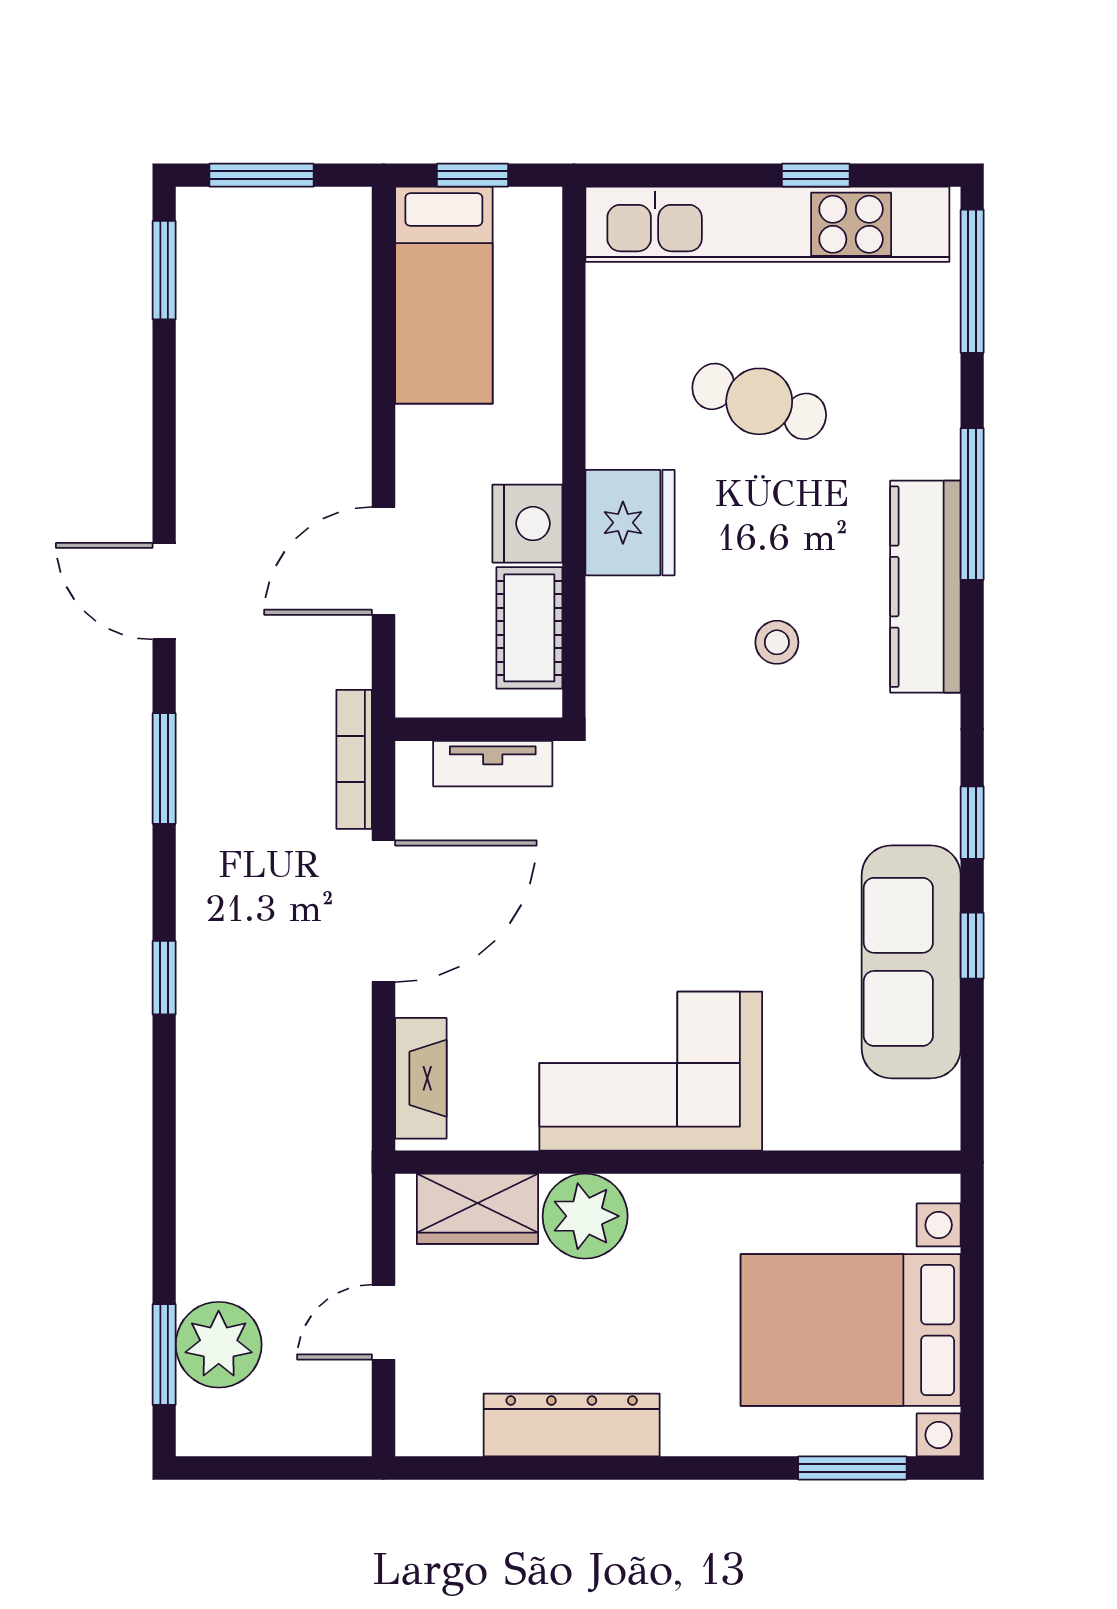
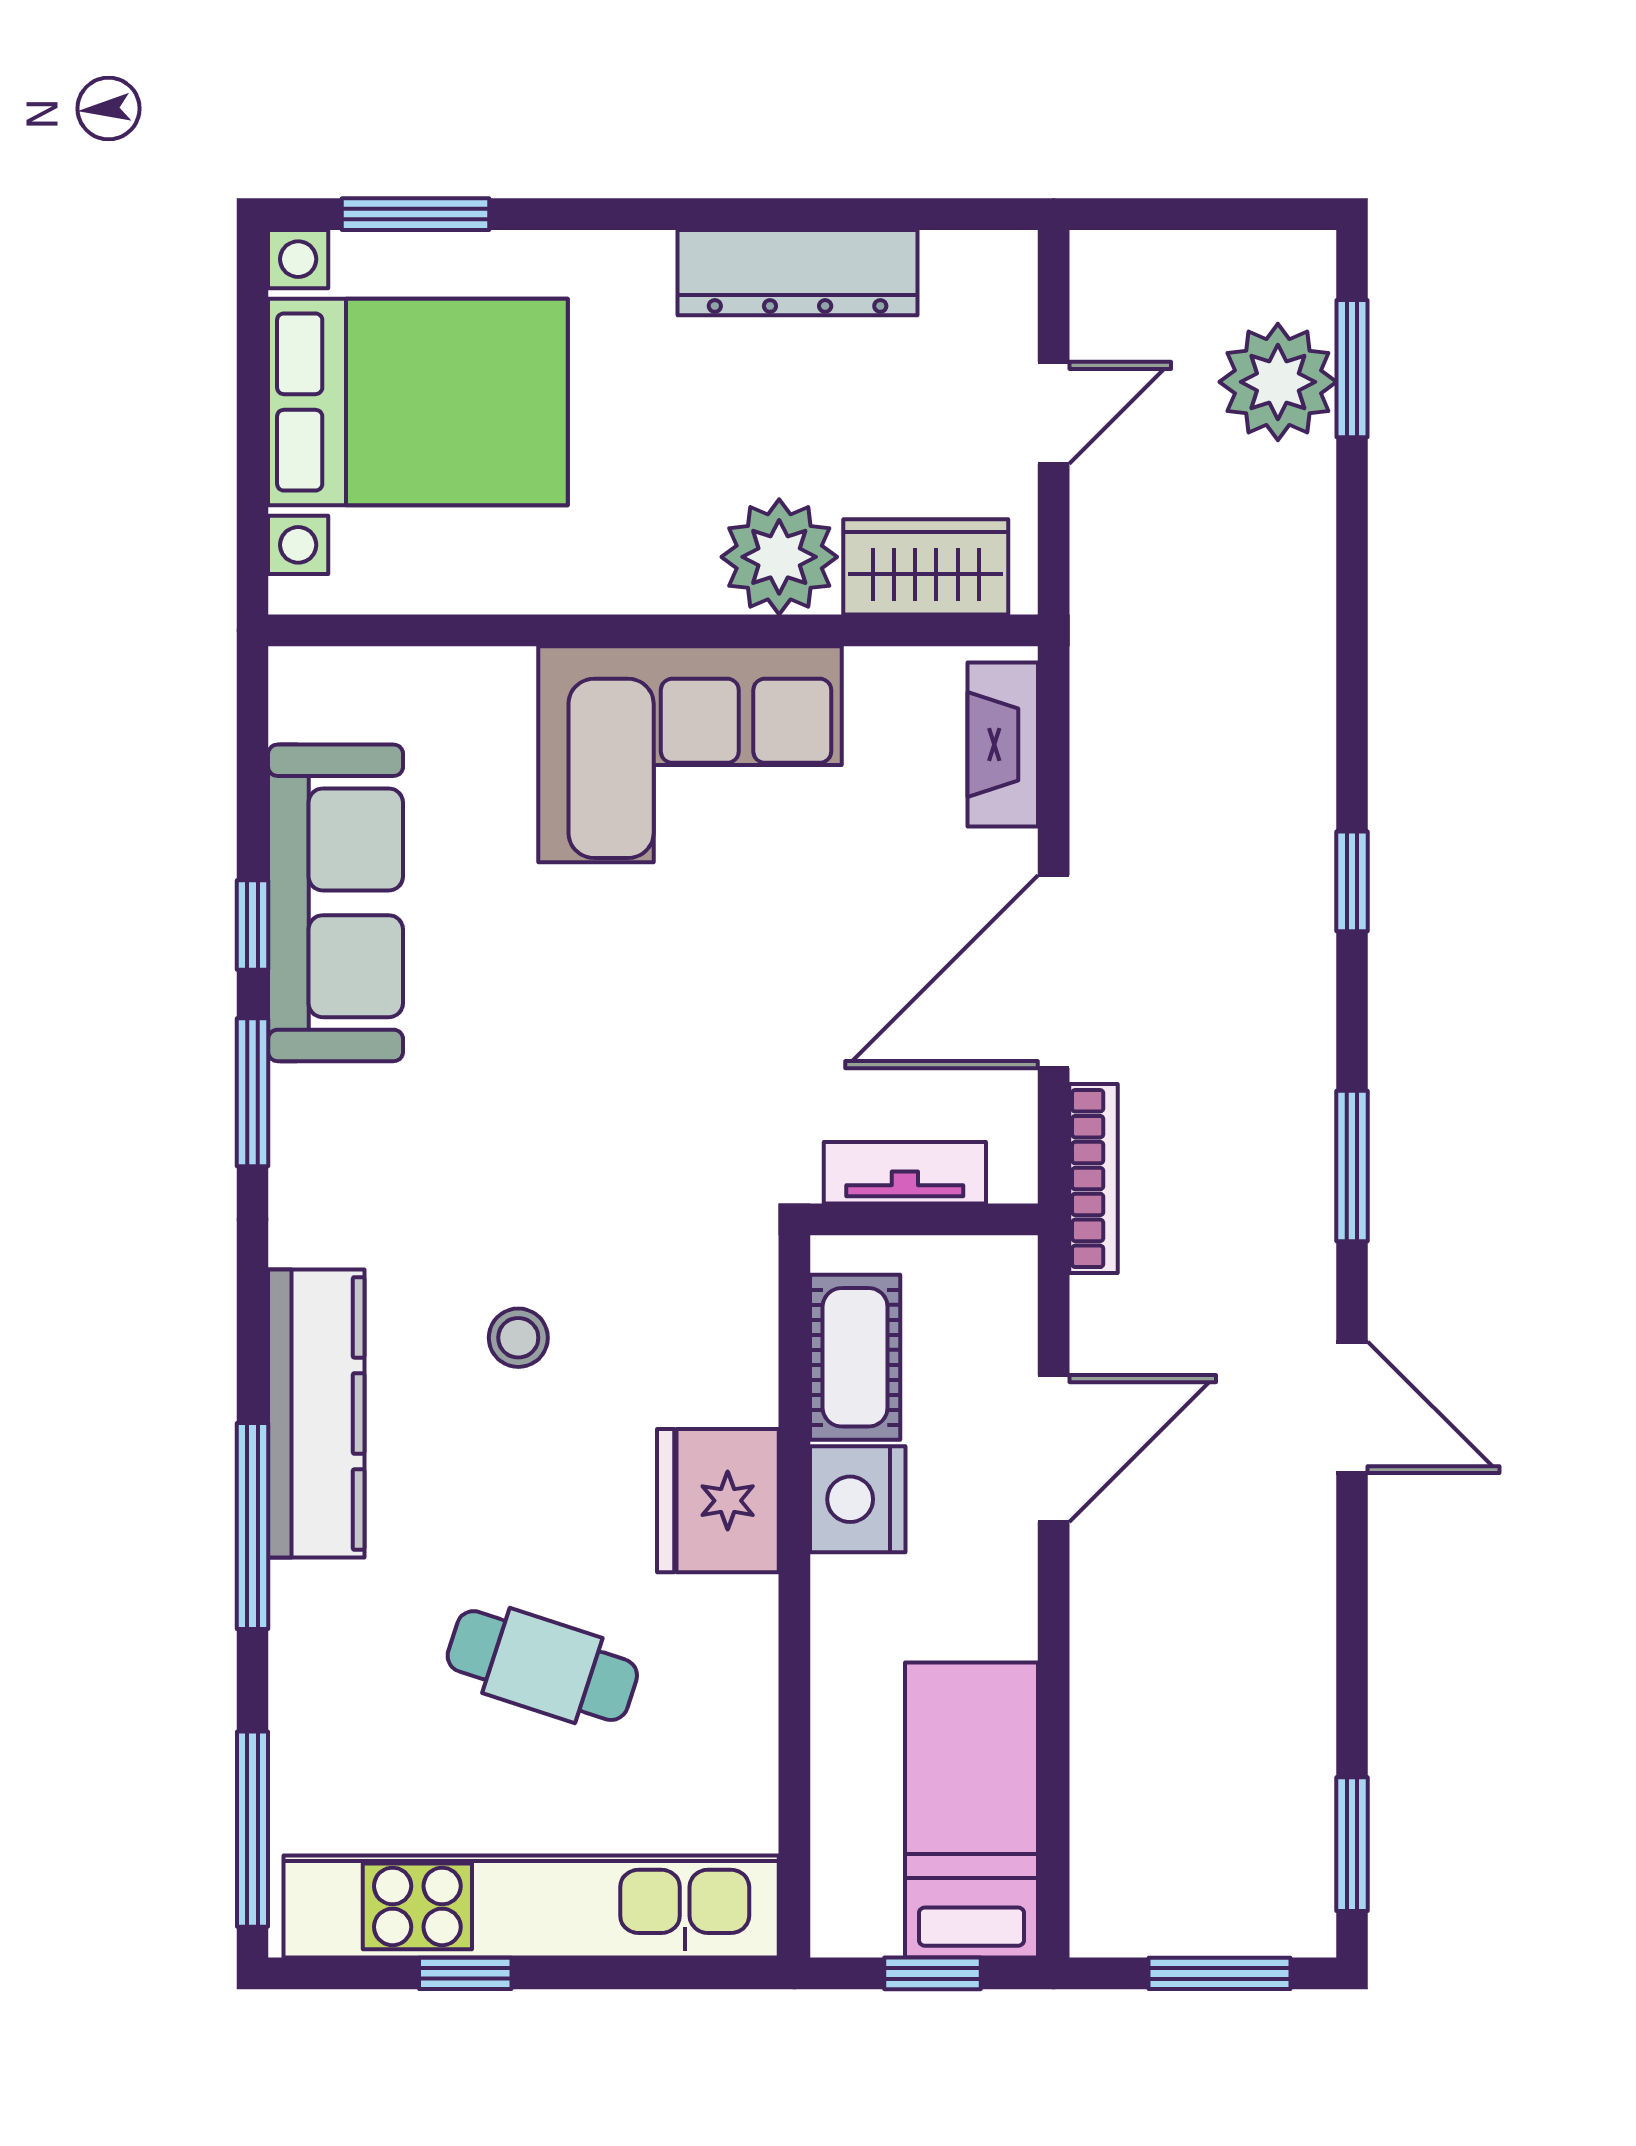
window: (972, 823) -> (253, 1092), width x1.50

